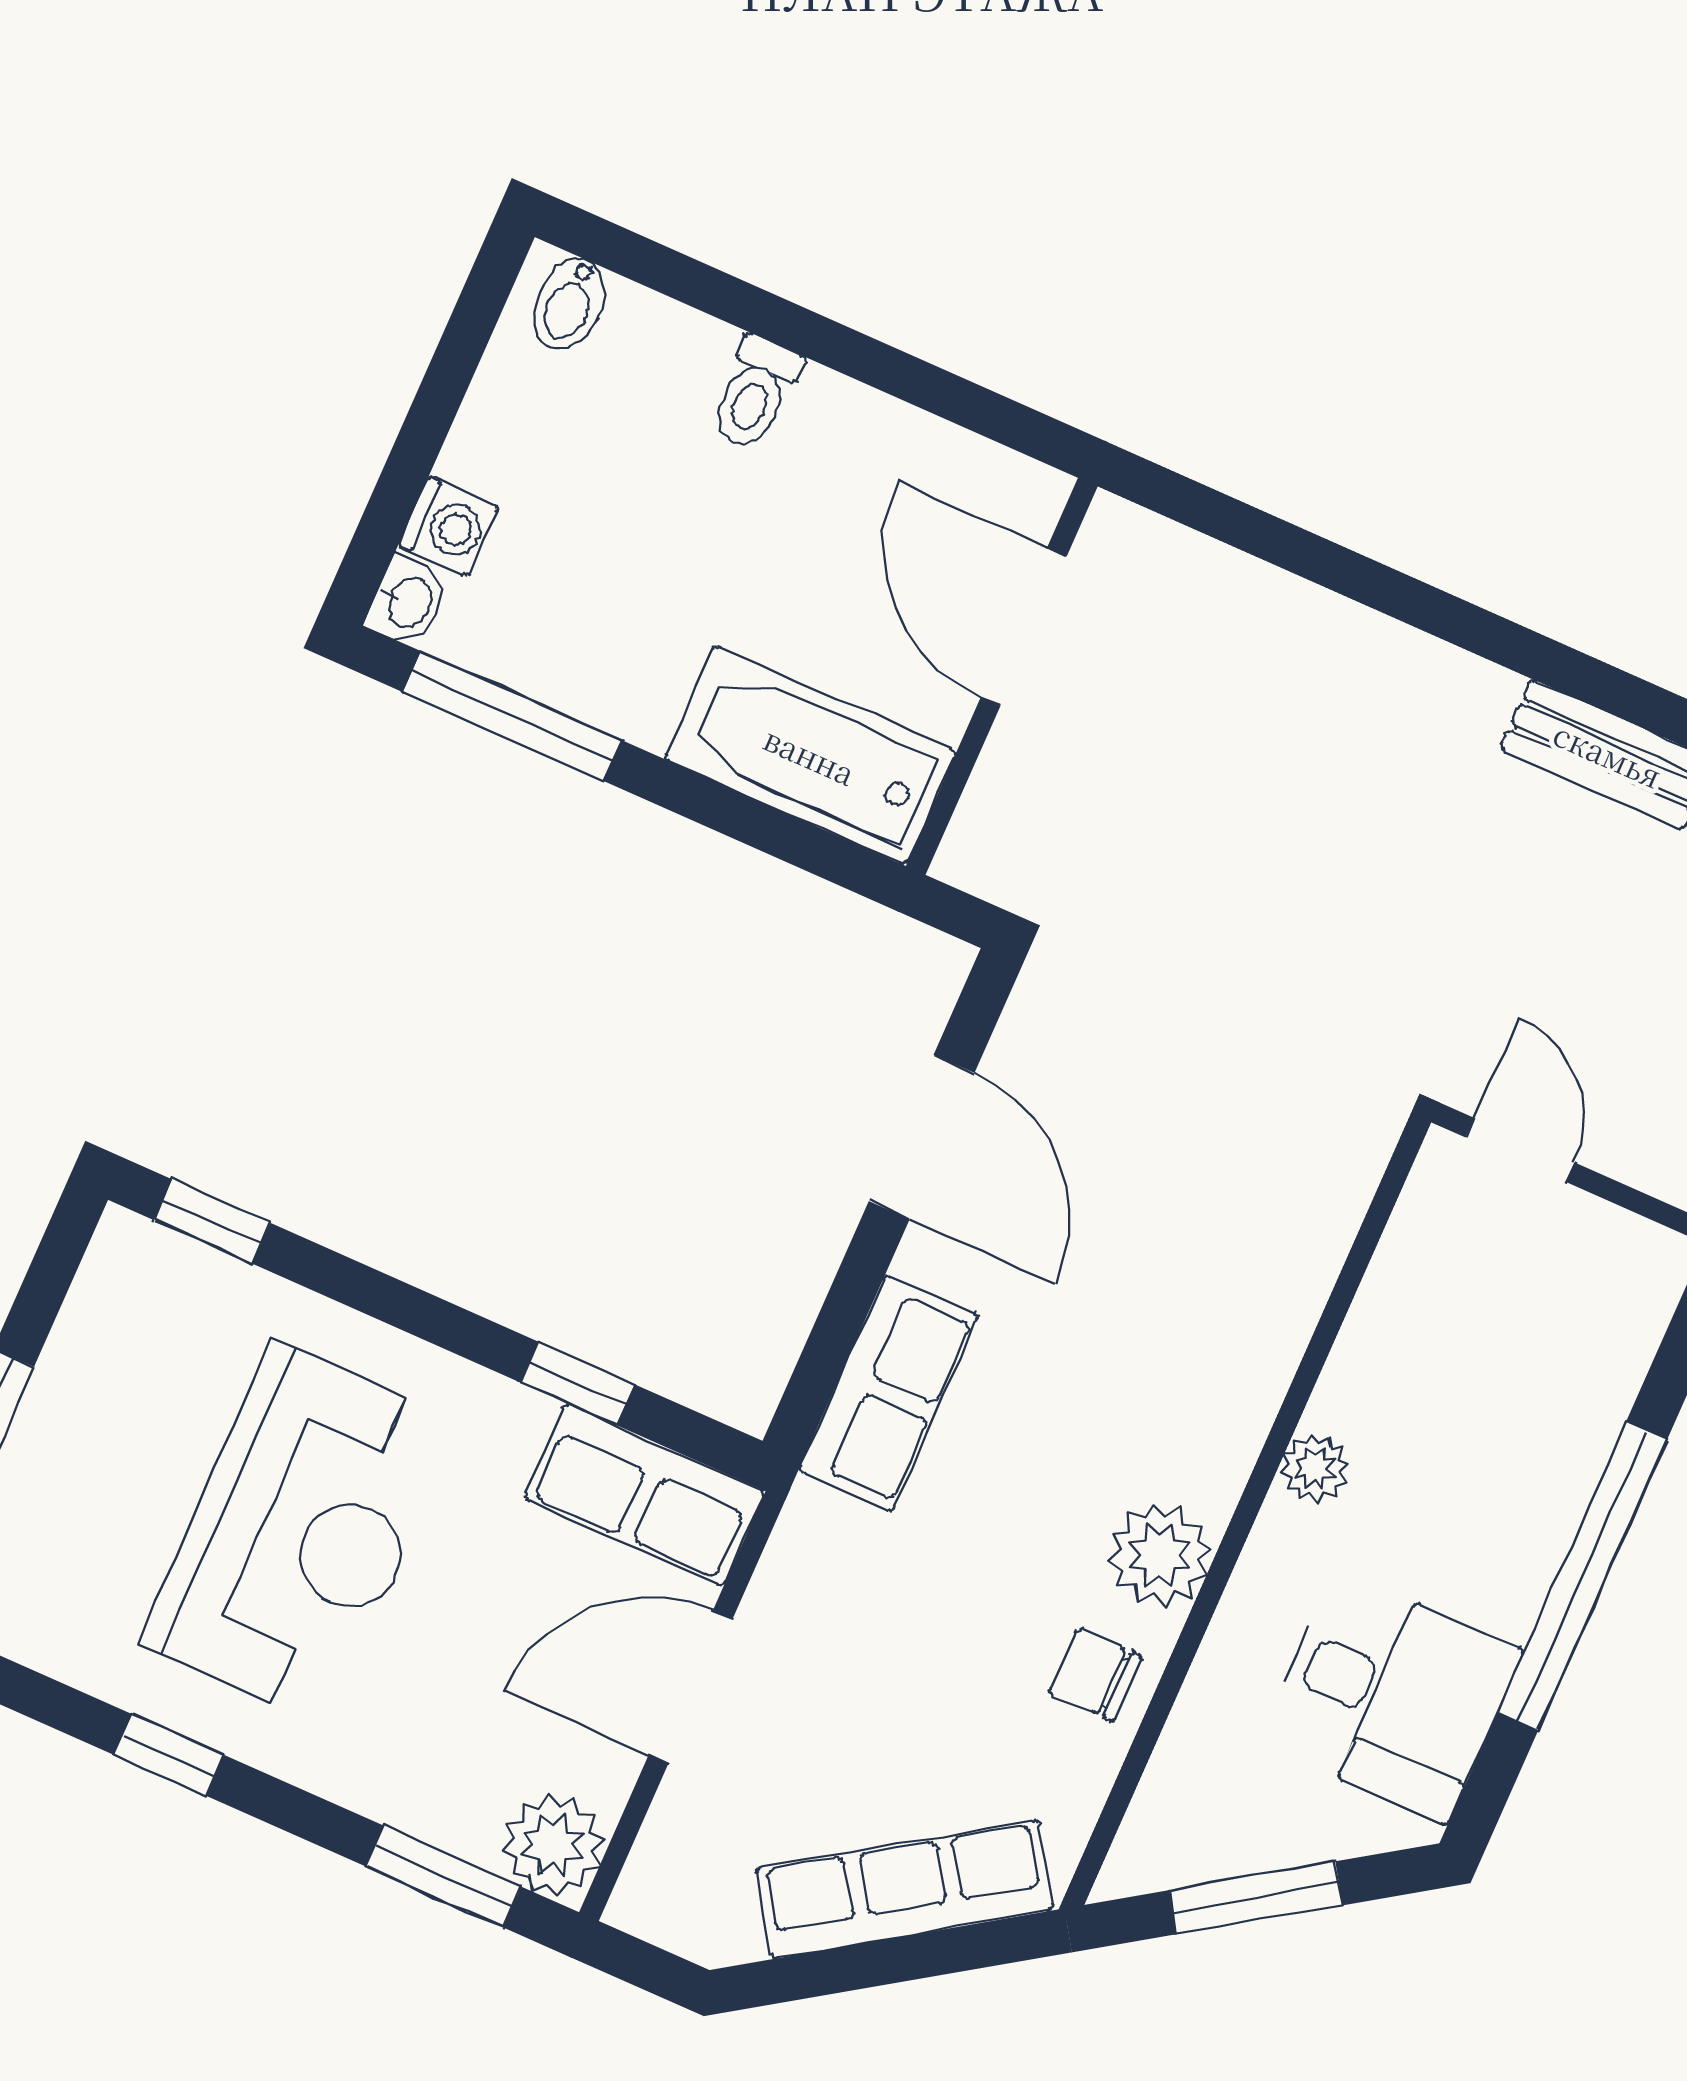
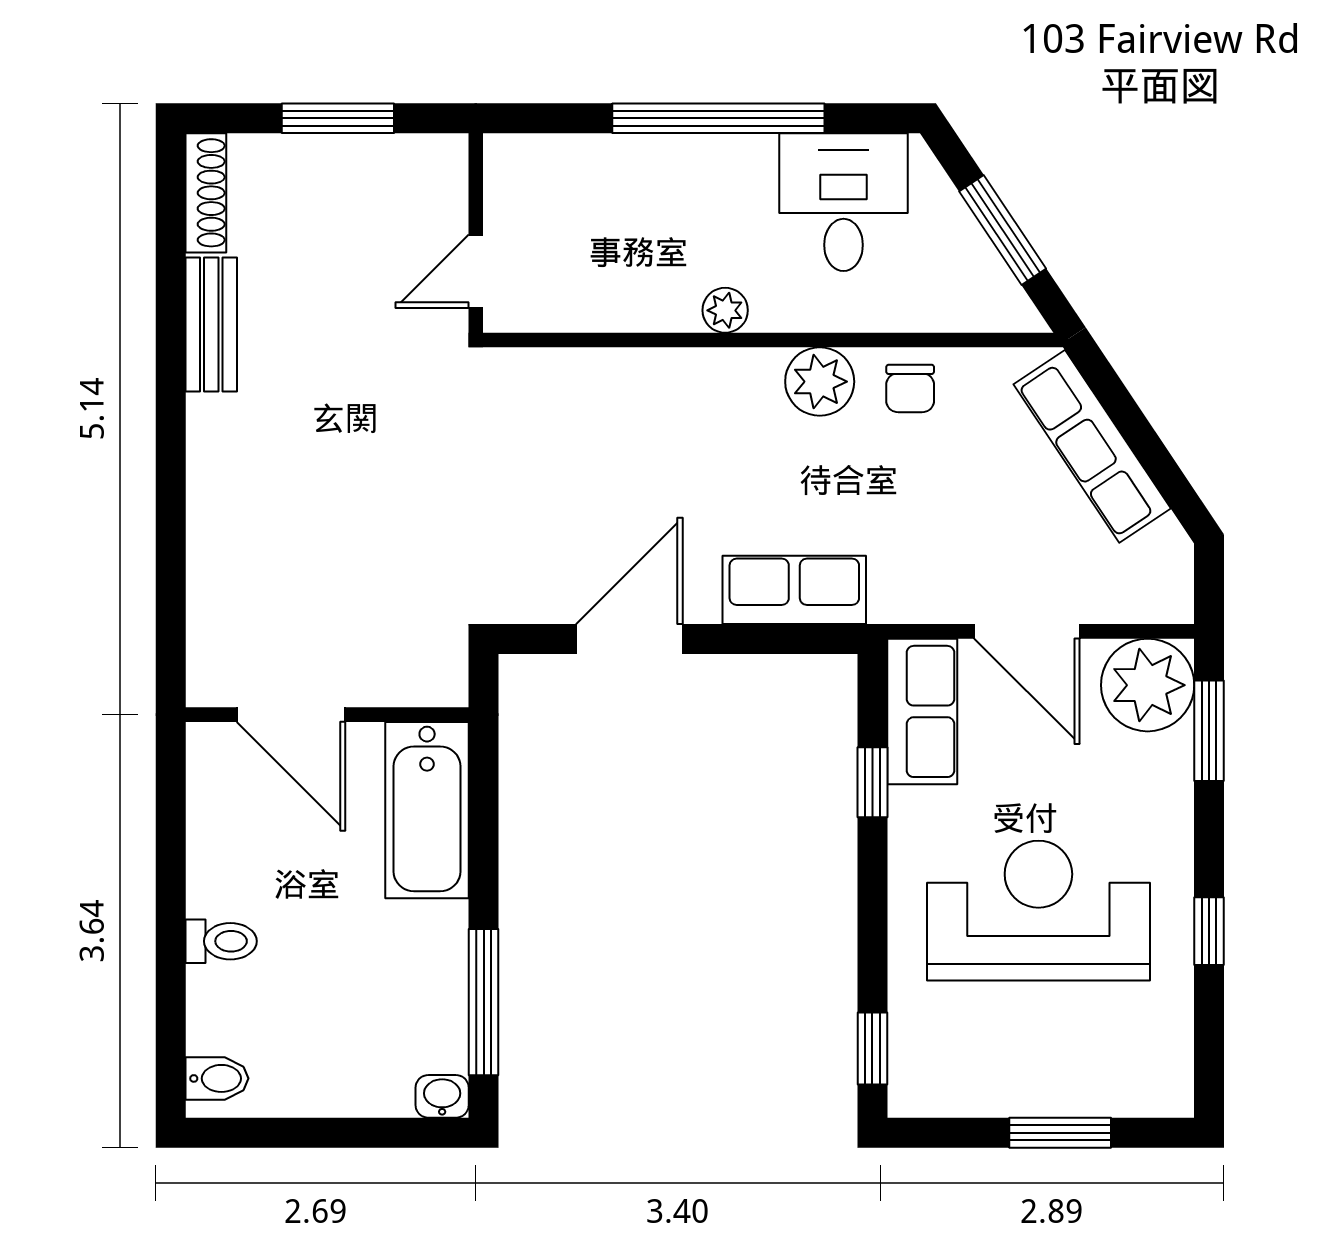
washing machine: (448, 527) -> (385, 1092), removed
door: (1024, 627) -> (291, 715), hinge flipped
plant: (553, 1845) -> (1148, 685), width x1.36, depth x1.36

